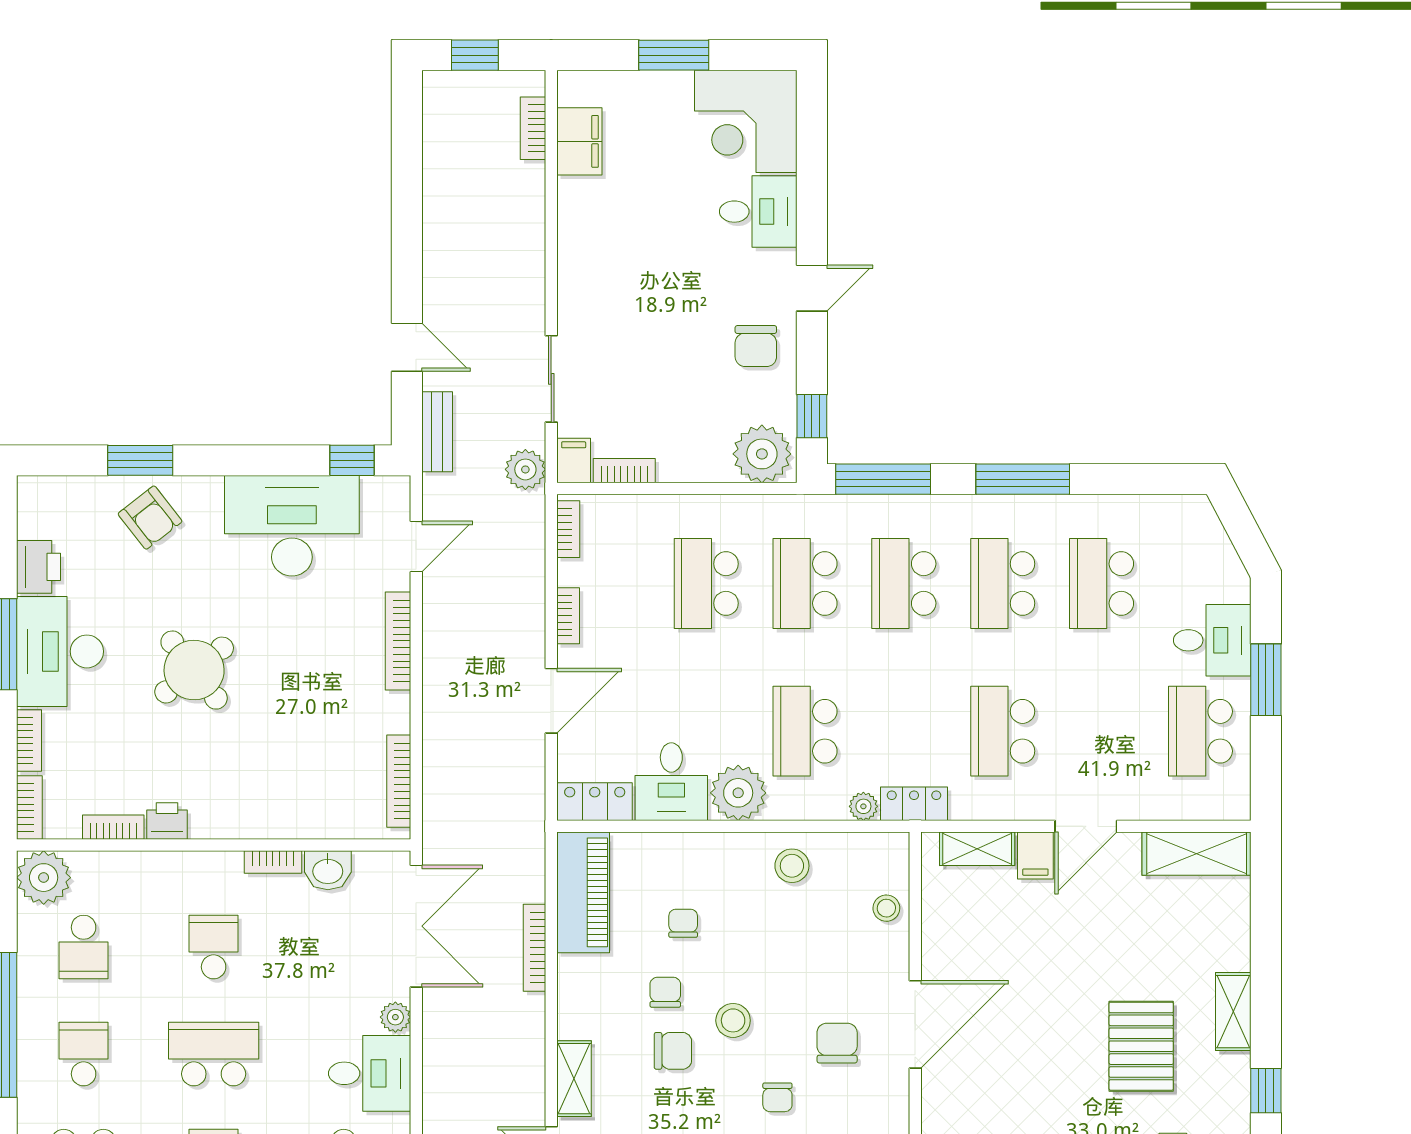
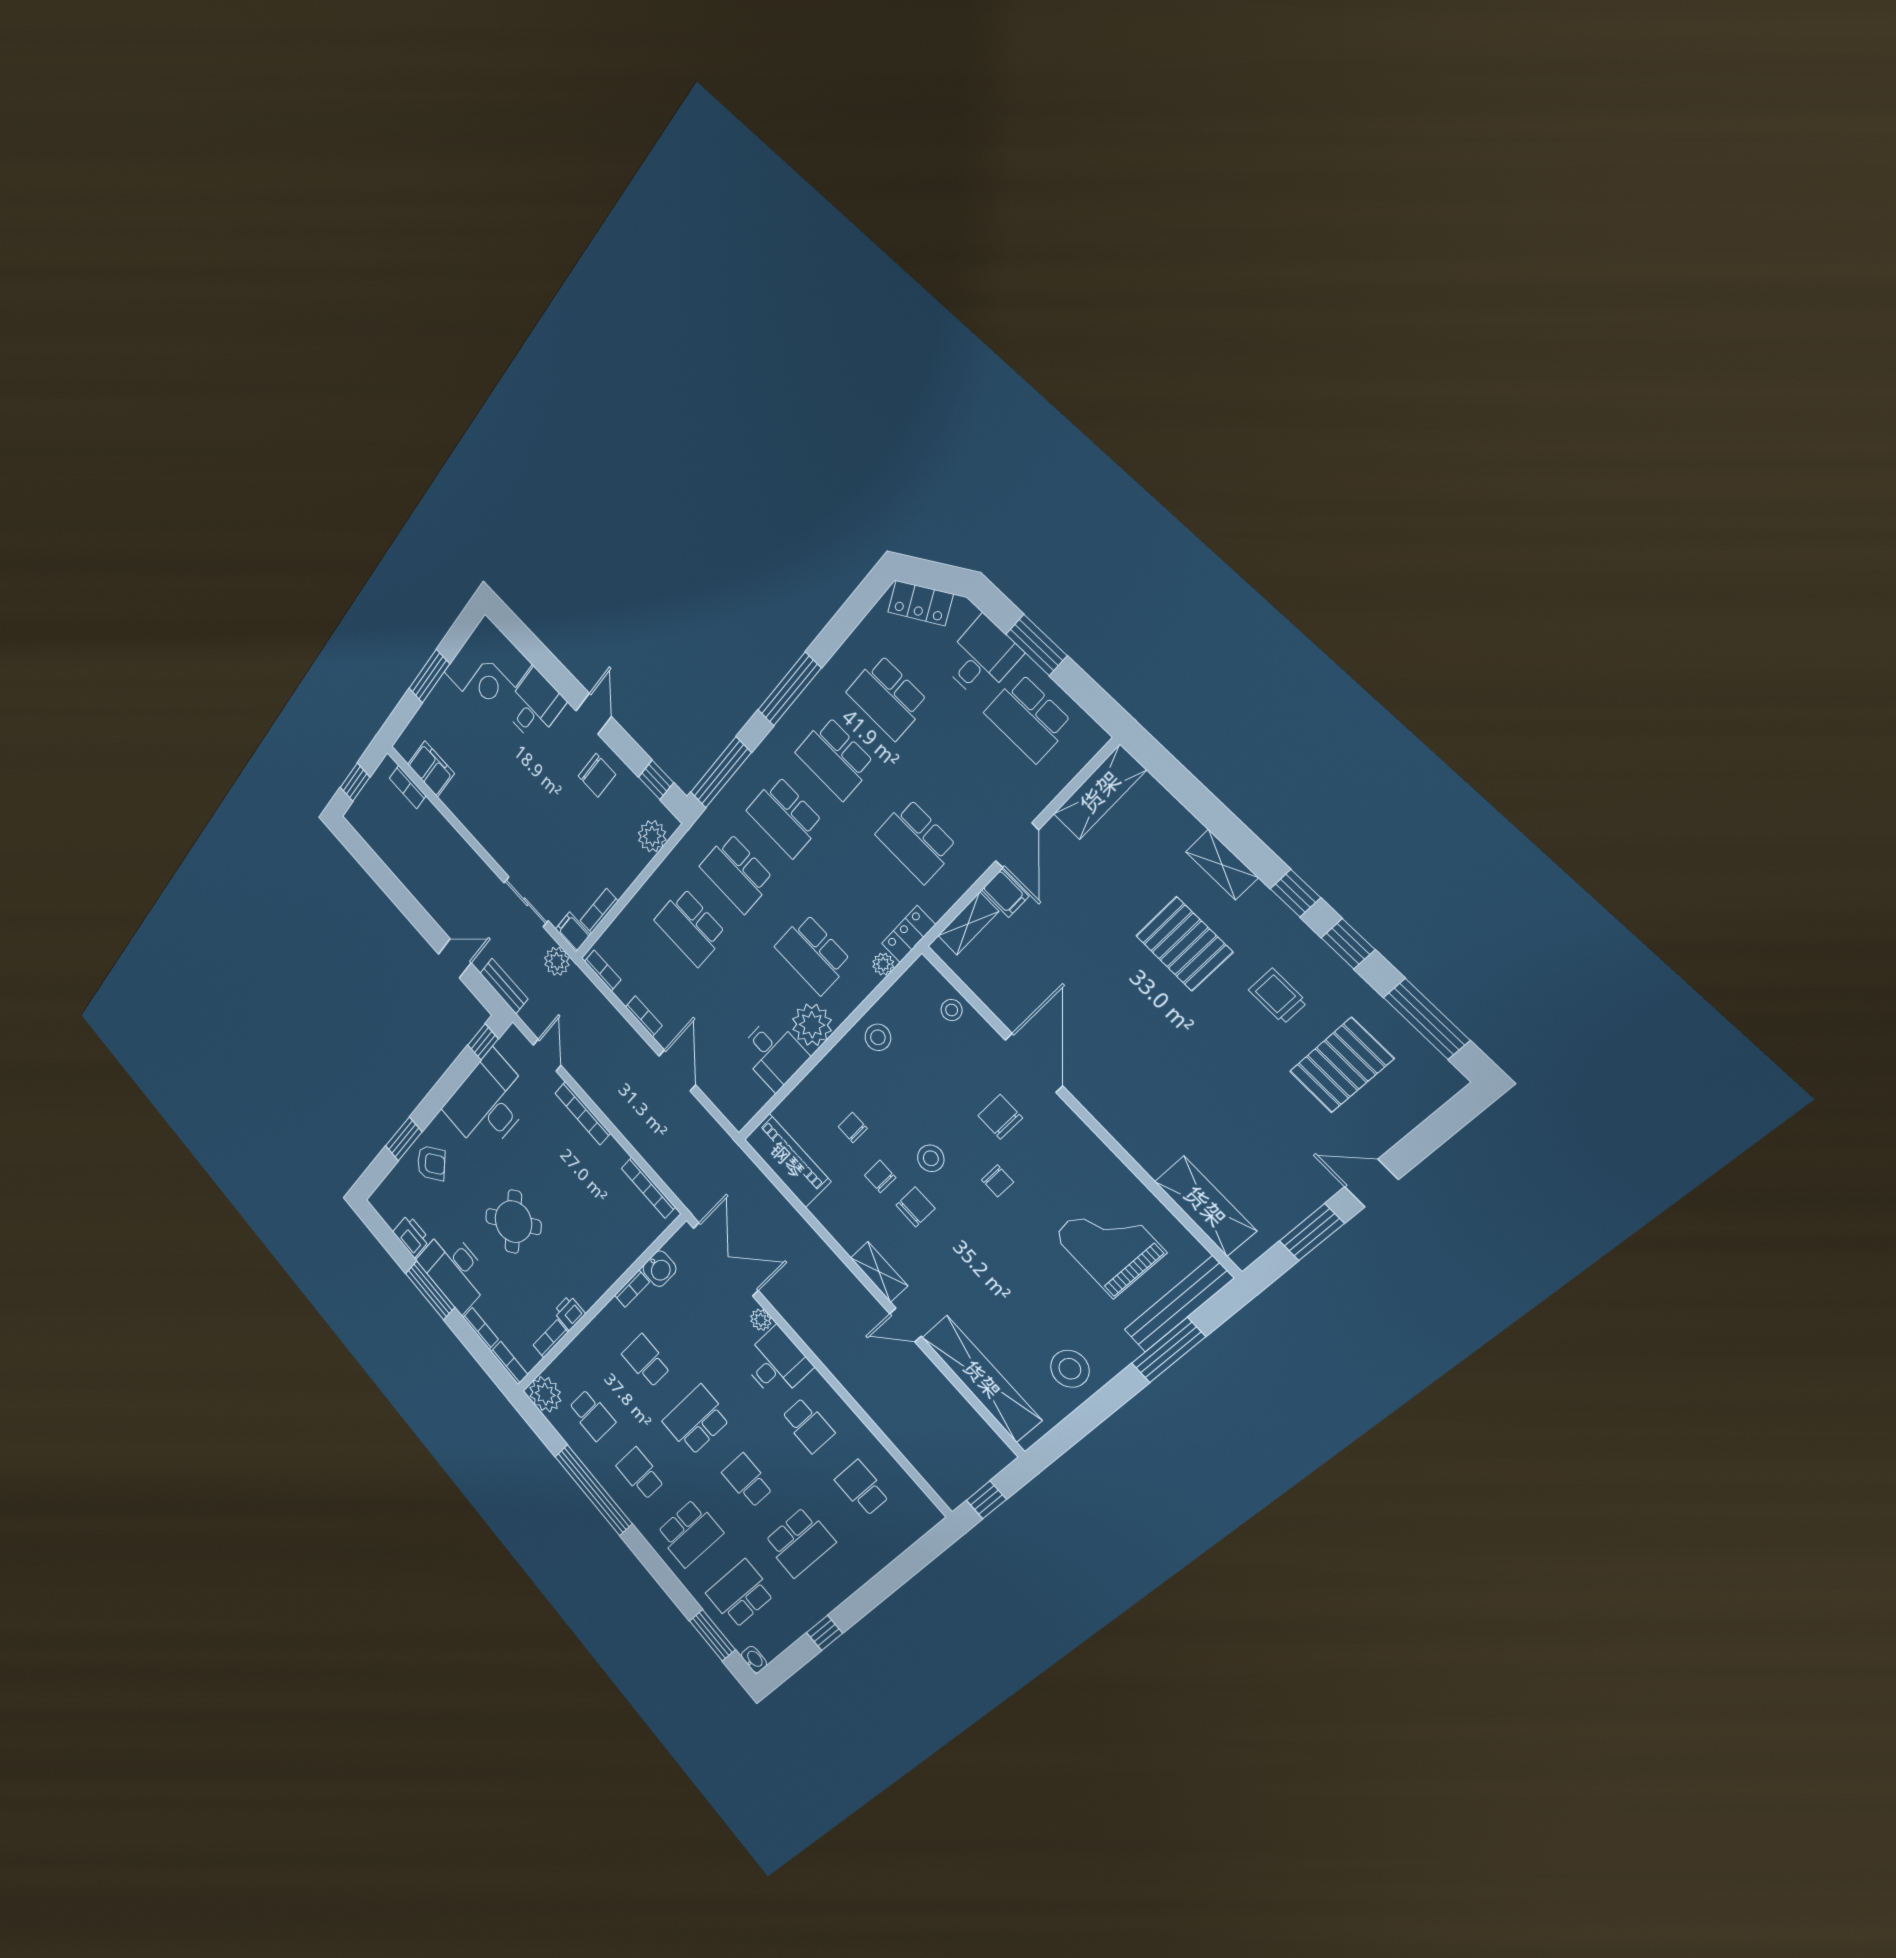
plant: (762, 454) -> (652, 836), width x0.73, depth x0.73
locker: (595, 802) -> (920, 603), moved, turned -118
bookcase: (534, 948) -> (792, 1215), removed

